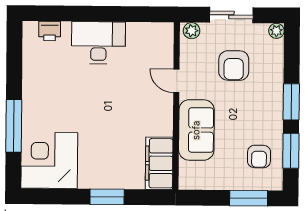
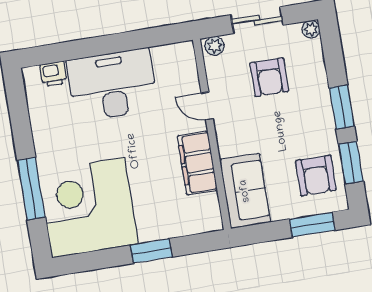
desk: (98, 43) -> (112, 85), width x1.36, depth x1.30
sofa: (196, 130) -> (245, 191), moved
armchair: (259, 157) -> (316, 175), width x1.38, depth x1.38
corner desk: (49, 160) -> (88, 208), width x1.36, depth x1.36
filing cabinet: (159, 163) -> (197, 163), moved

